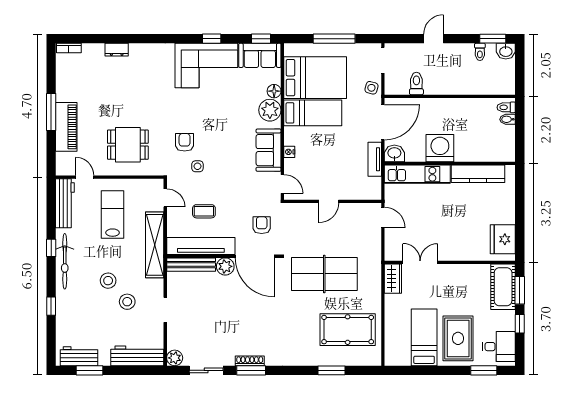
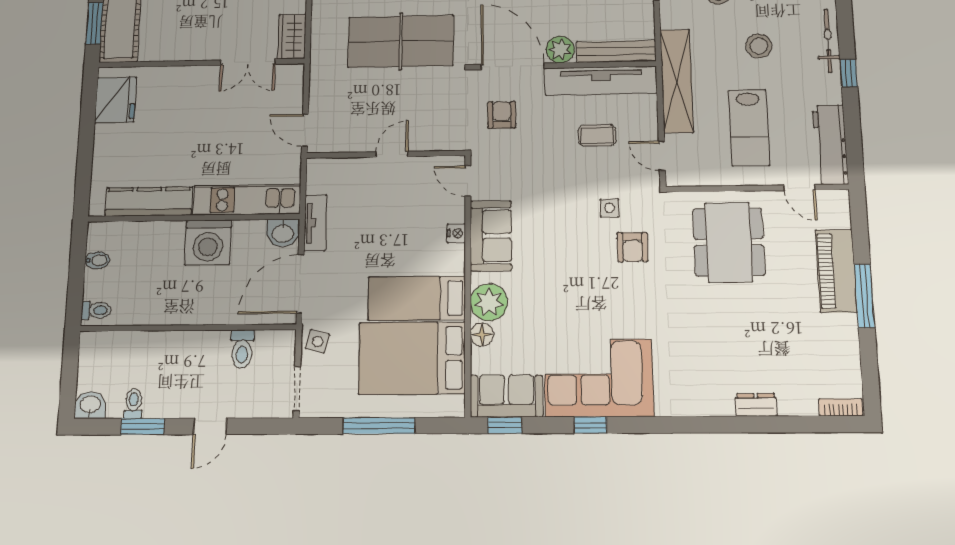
window: (493, 39) -> (143, 427), moved
bidet: (508, 119) -> (97, 260), moved
dining table: (128, 145) -> (729, 242), width x1.38
armchair: (262, 225) -> (502, 115), turned 180
bicycle: (65, 261) -> (828, 41), width x0.73, depth x0.71
stool: (108, 281) -> (759, 46), moved

